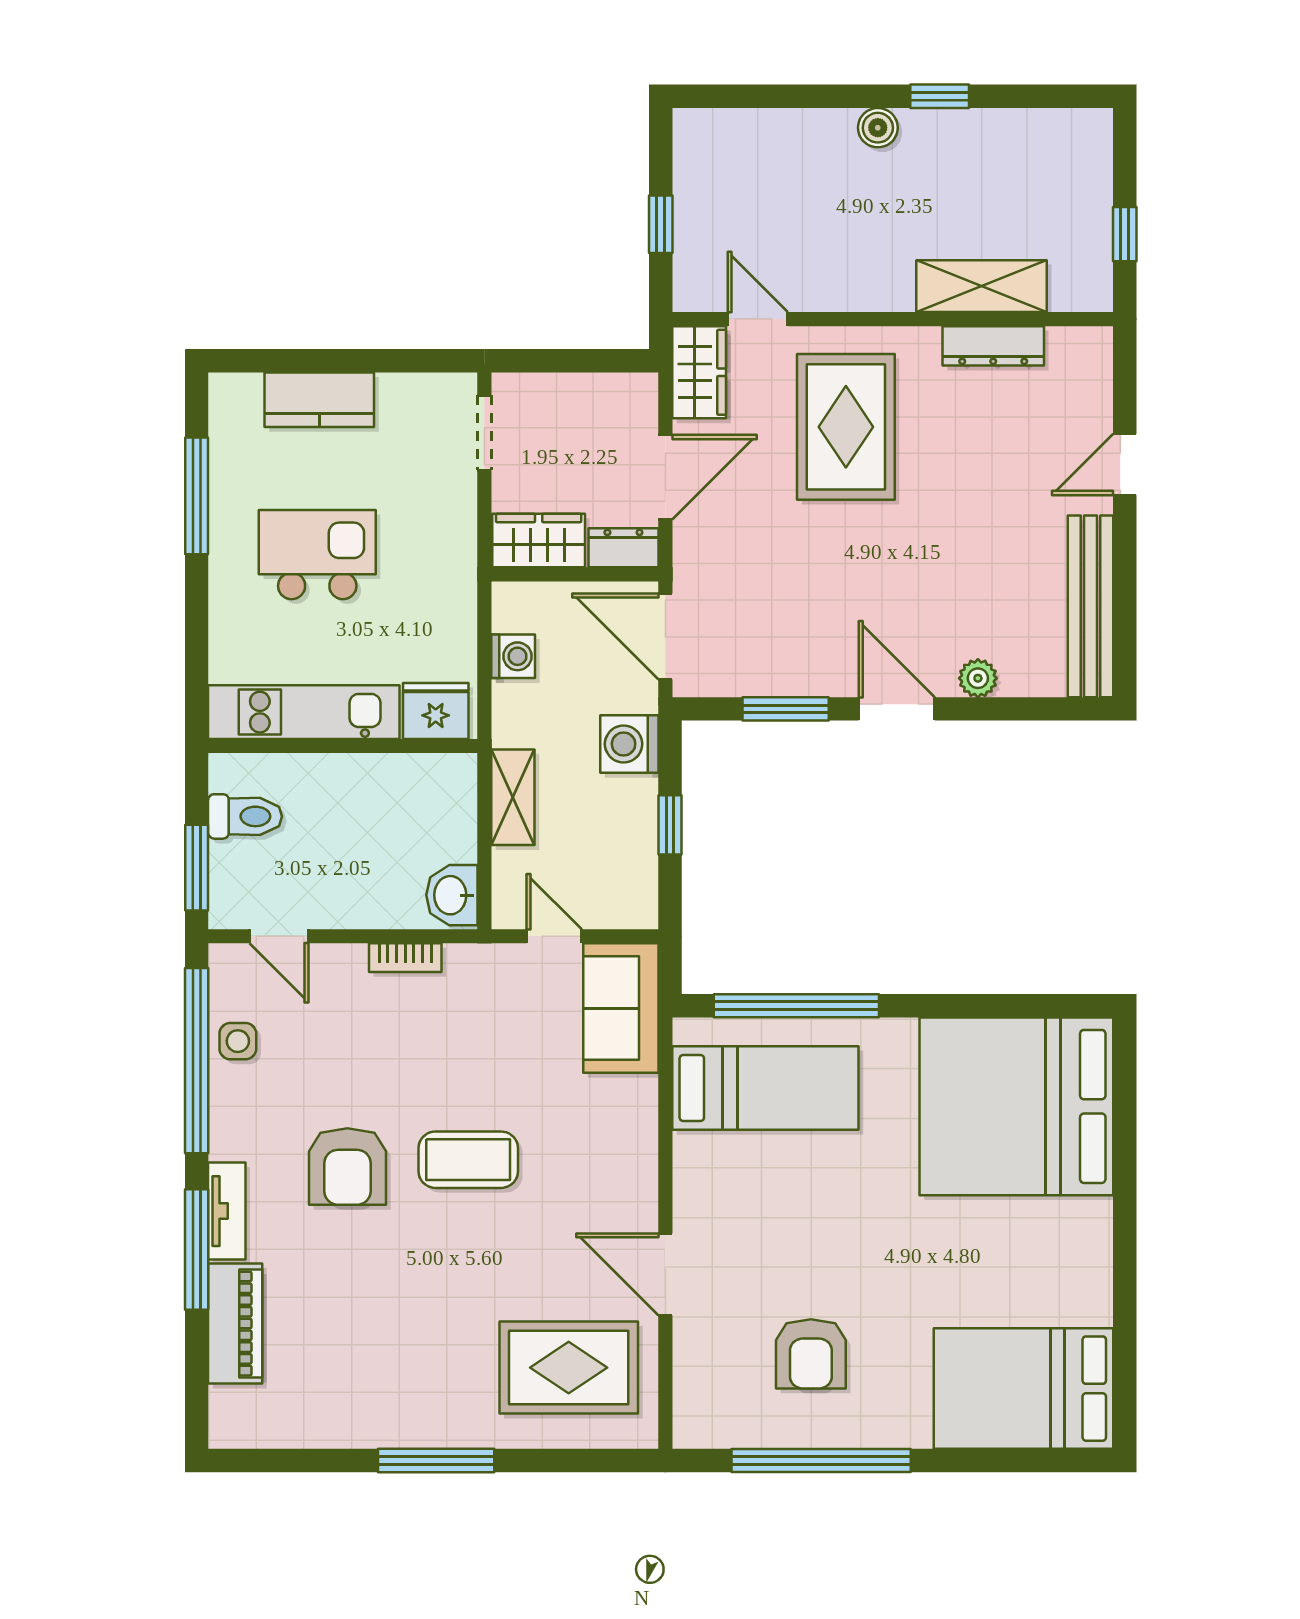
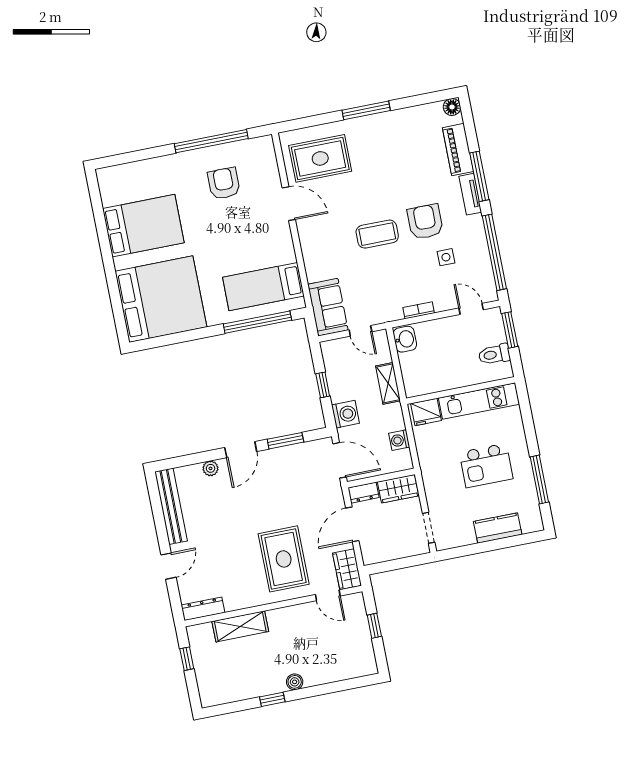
dresser: (993, 346) -> (203, 609), moved
door: (897, 709) -> (241, 450), hinge flipped
side table: (238, 1041) -> (446, 257), moved
bed: (1024, 1389) -> (143, 226), moved
floor lamp: (229, 1428) -> (452, 107), added

